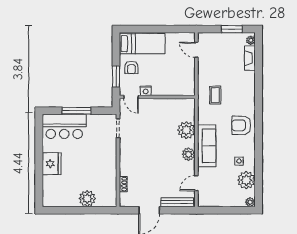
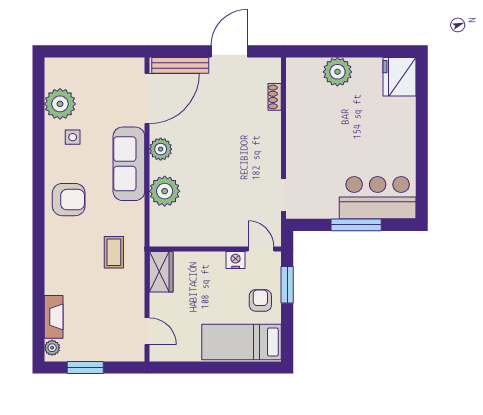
wardrobe: (188, 84) -> (161, 272), added
fridge: (52, 164) -> (399, 77), moved
door: (196, 183) -> (147, 99), width x1.88
plant: (250, 202) -> (53, 66), removed

